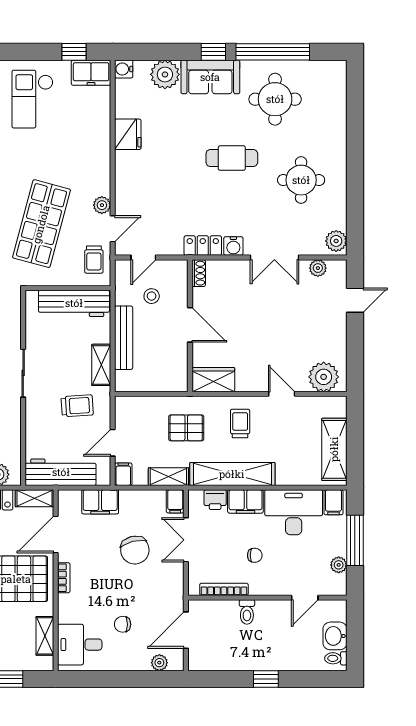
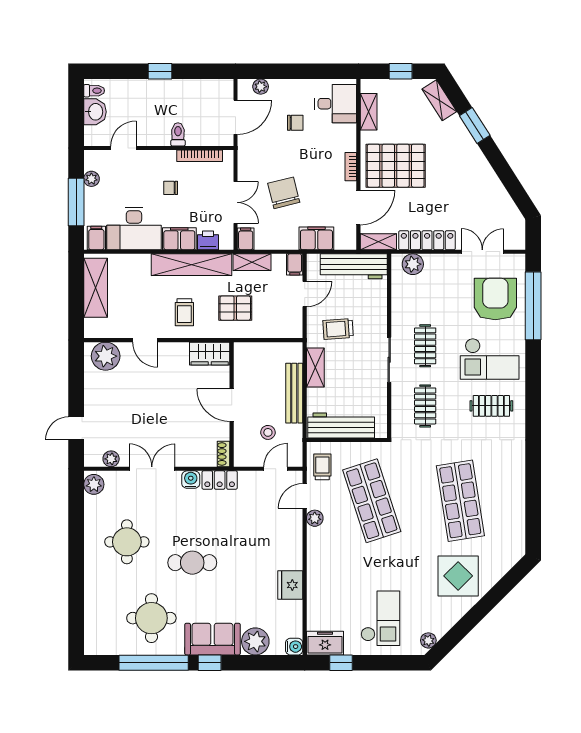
shop shelf: (41, 224) -> (372, 501), turned -33

